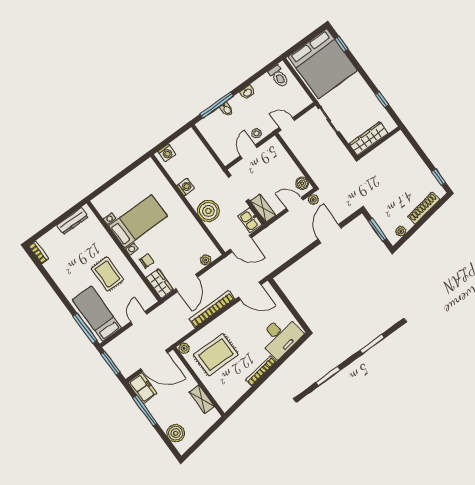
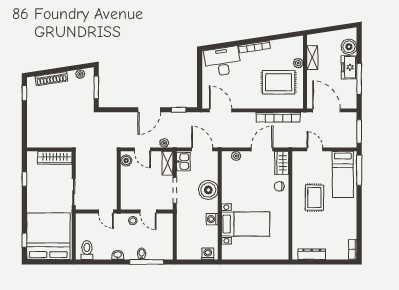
door: (249, 152) -> (148, 211), hinge flipped
plant: (313, 200) -> (164, 143), moved
bed with nightstands: (138, 221) -> (246, 224), moved, turned 180
door: (330, 233) -> (149, 110), moved
window: (288, 264) -> (179, 110), added
bookcase: (212, 309) -> (278, 117), moved
door: (139, 318) -> (315, 149), swing flipped
plant: (184, 348) -> (298, 63), moved
freezer: (142, 388) -> (349, 67), moved

